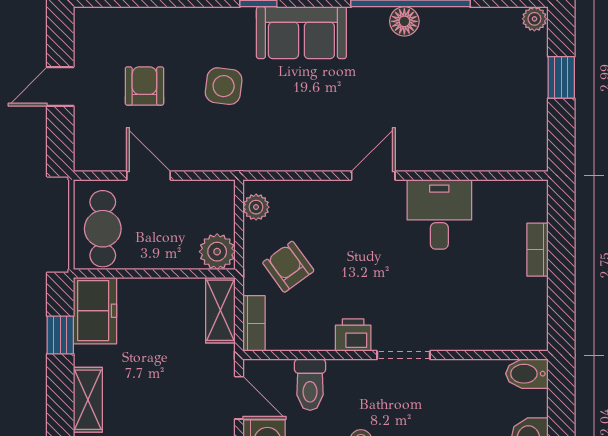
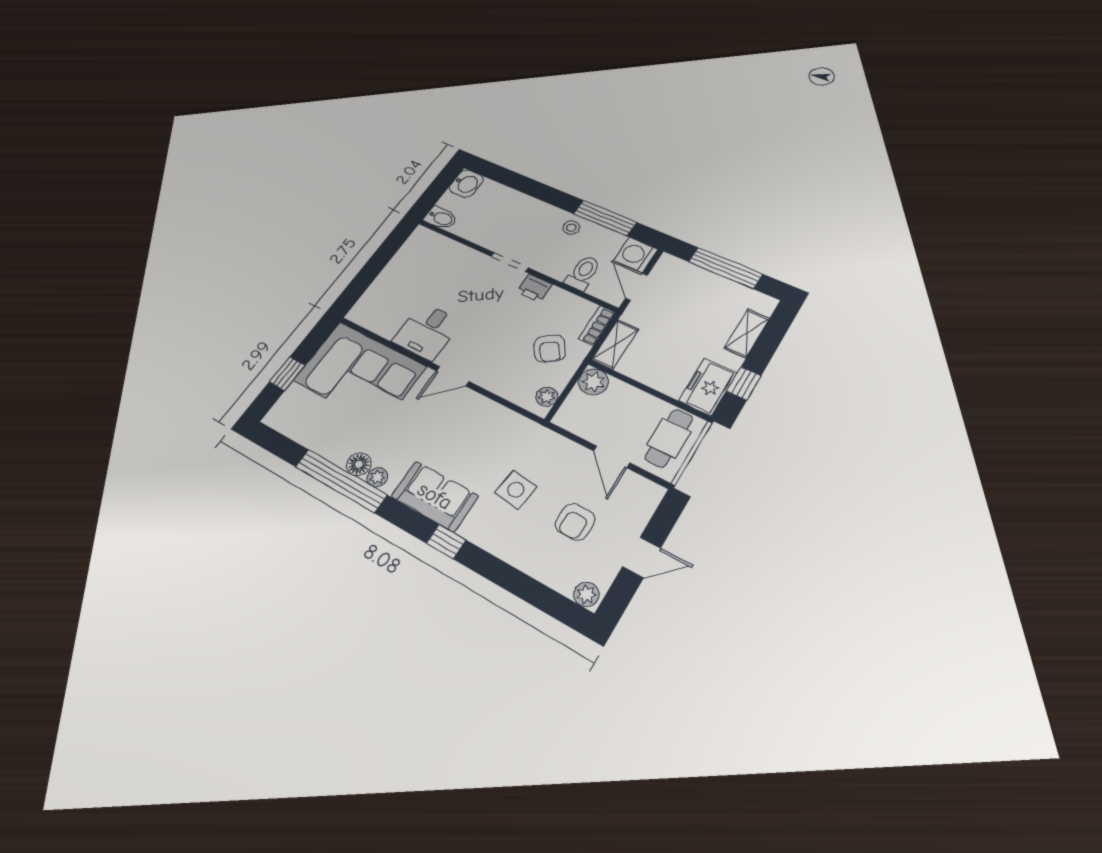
plant: (534, 19) -> (377, 477), moved
plant: (91, 20) -> (586, 594), added
corner sofa: (479, 122) -> (360, 373), added
bookcase: (538, 250) -> (382, 281), removed

